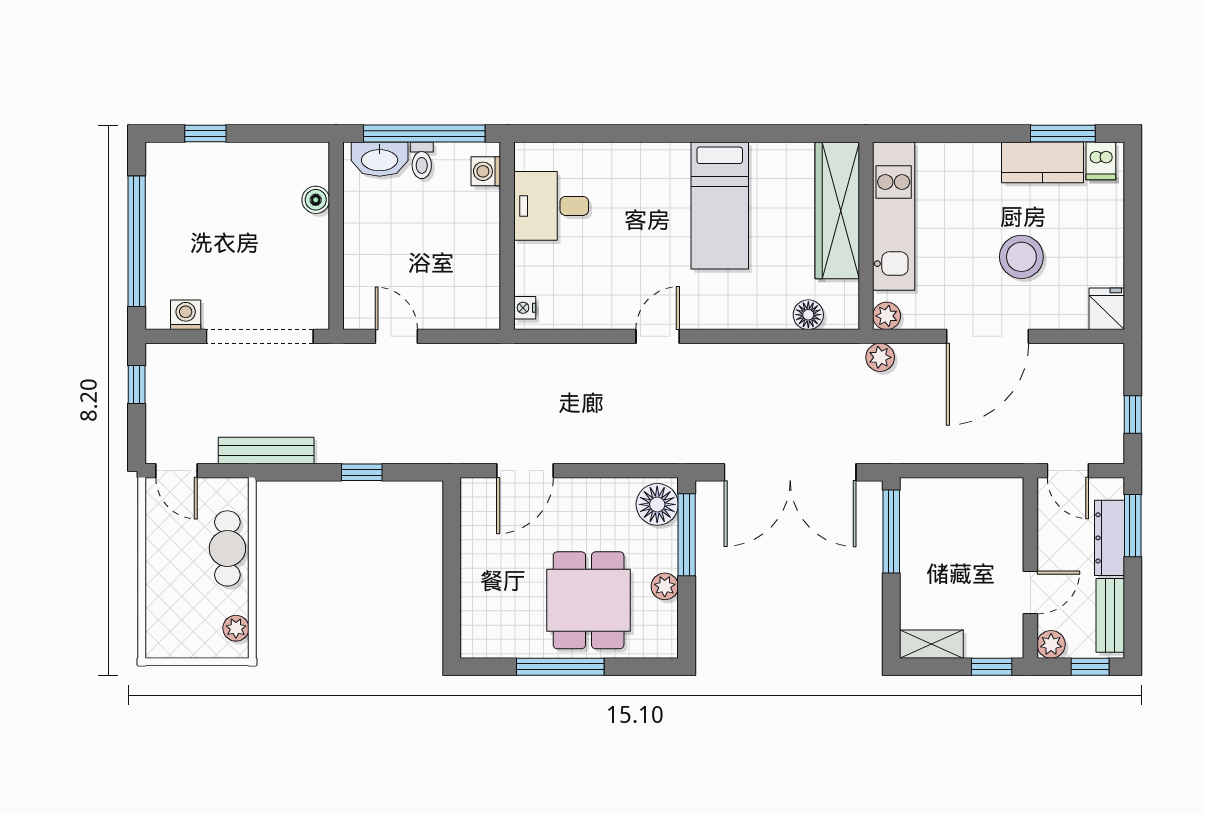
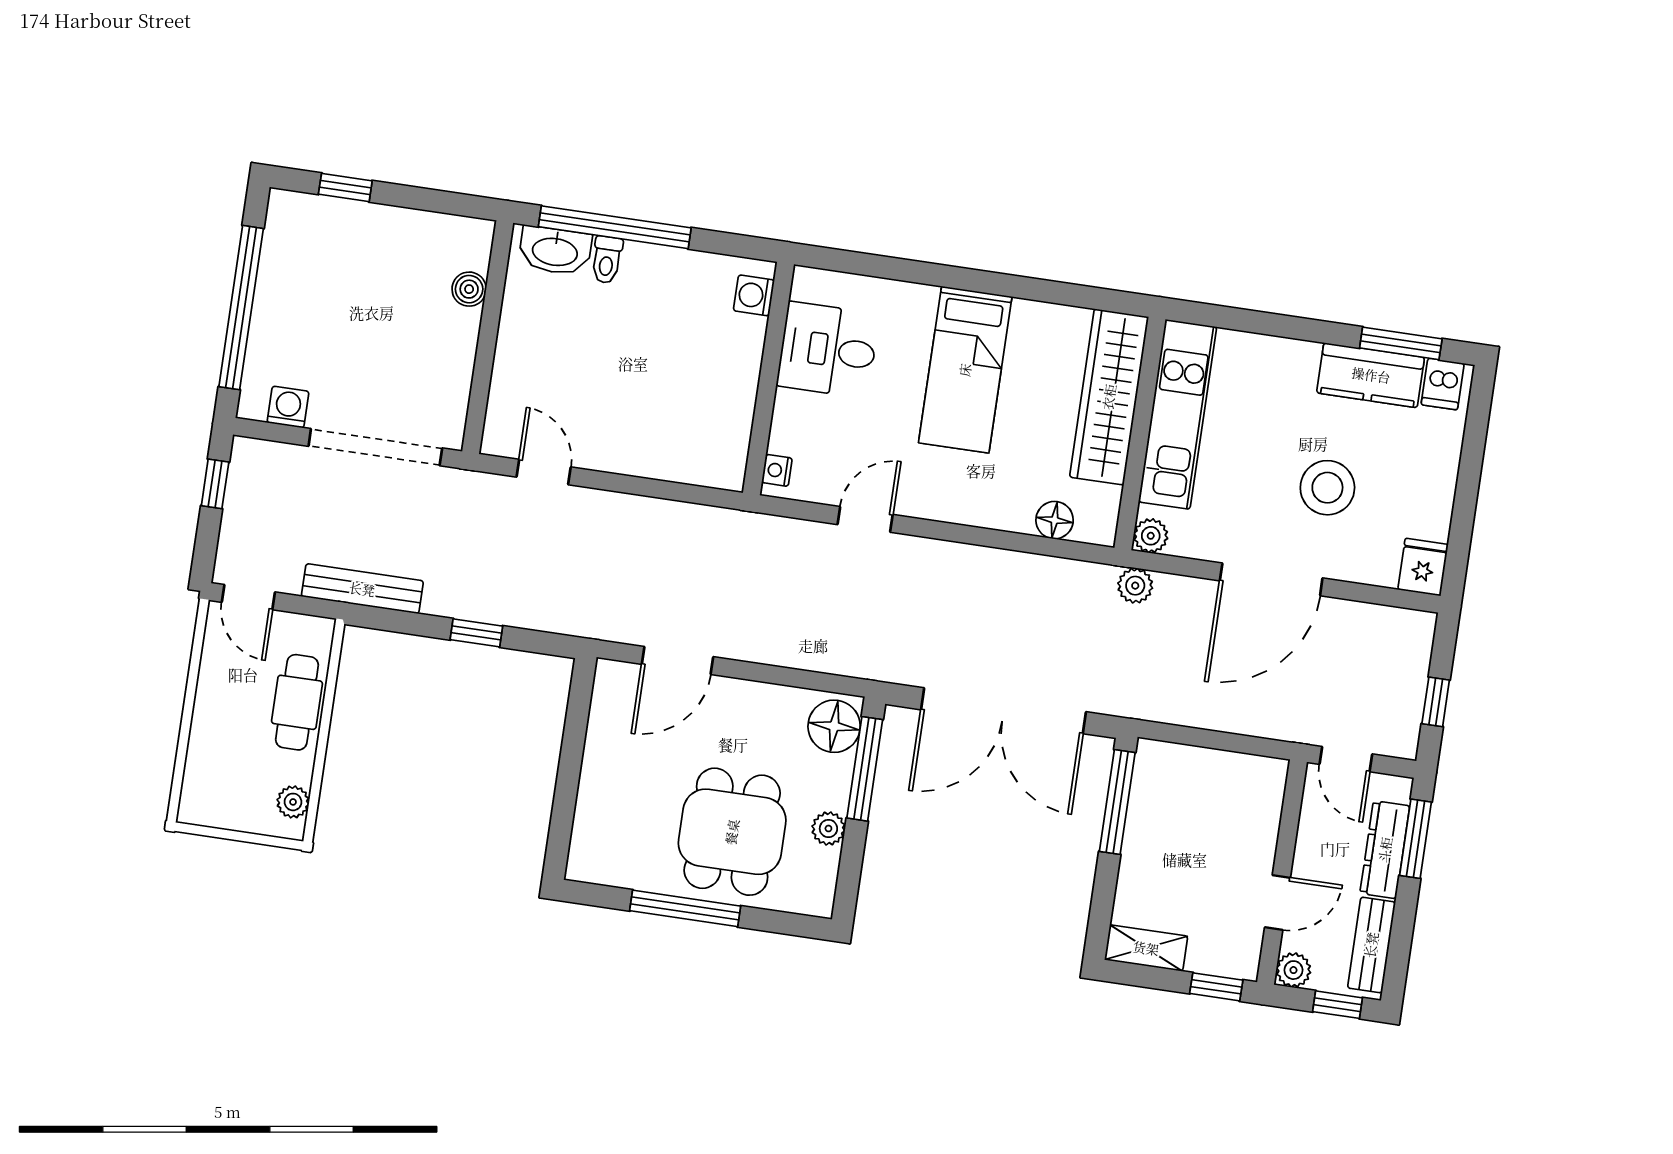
washing machine: (486, 171) -> (754, 295), moved
desk: (551, 206) -> (828, 350), moved
wall: (507, 236) -> (768, 379), moved
nightstand: (525, 308) -> (777, 470), moved

